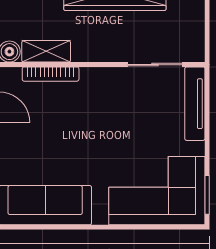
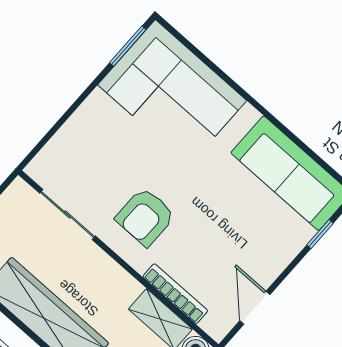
armchair: (108, 104) -> (145, 217), added
tv unit: (195, 104) -> (63, 144), removed

